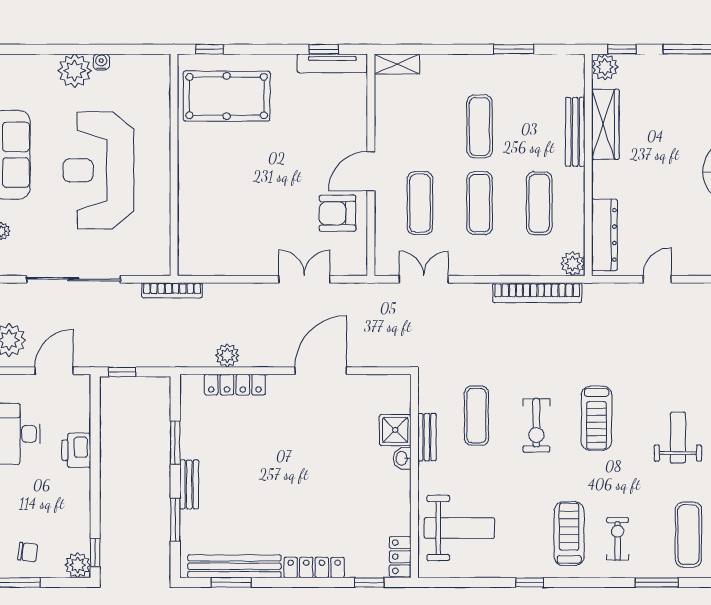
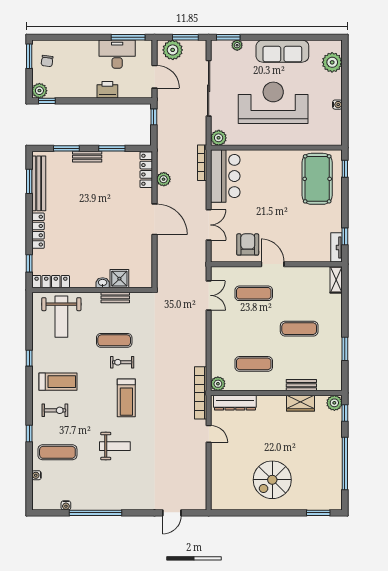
tv unit: (332, 63) -> (337, 247), width x0.71
plant: (75, 71) -> (332, 62), moved
wardrobe: (605, 124) -> (300, 403), width x0.67
bench: (575, 132) -> (301, 385), width x0.73
exercise mat: (480, 203) -> (254, 329), removed
bar counter: (222, 251) -> (225, 176), added
plant: (157, 263) -> (219, 138), added
bookcase: (172, 290) -> (202, 163), moved
bookcase: (537, 293) -> (201, 393), moved
door: (321, 371) -> (154, 219), moved
locker: (235, 385) -> (146, 170), moved
exercise mat: (476, 416) -> (114, 340), moved
treadmill: (597, 418) -> (126, 398), turned -90
exercise bike: (536, 425) -> (122, 362), width x0.73, depth x0.72
locker: (400, 557) -> (51, 282), width x1.53
window: (657, 582) -> (29, 433), width x0.67

